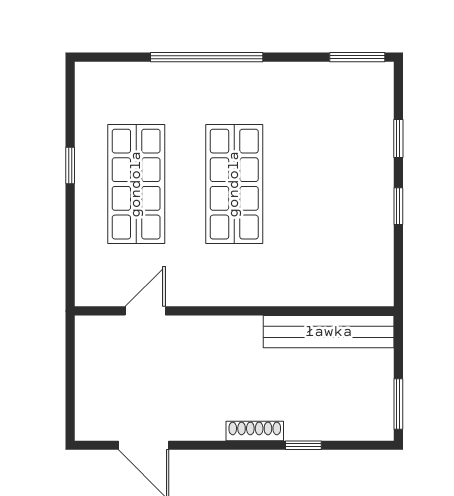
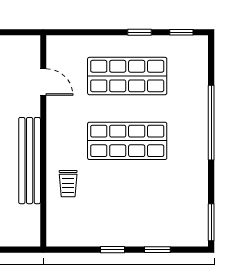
window: (70, 102) -> (181, 32), added
trolley: (299, 273) -> (68, 184), added
bench: (329, 332) -> (30, 161), moved

